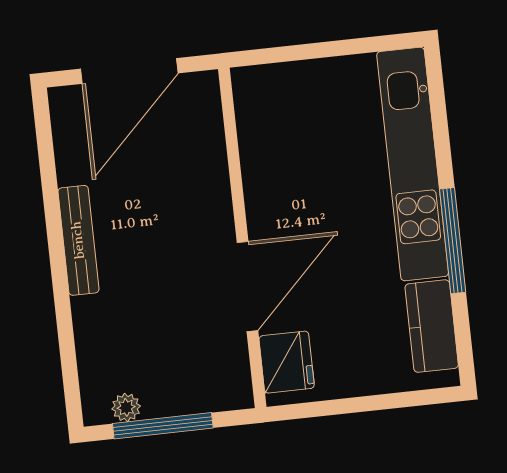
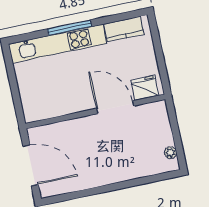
bench: (78, 240) -> (103, 179), removed
window: (453, 241) -> (70, 28), moved
window: (163, 426) -> (177, 137), removed

